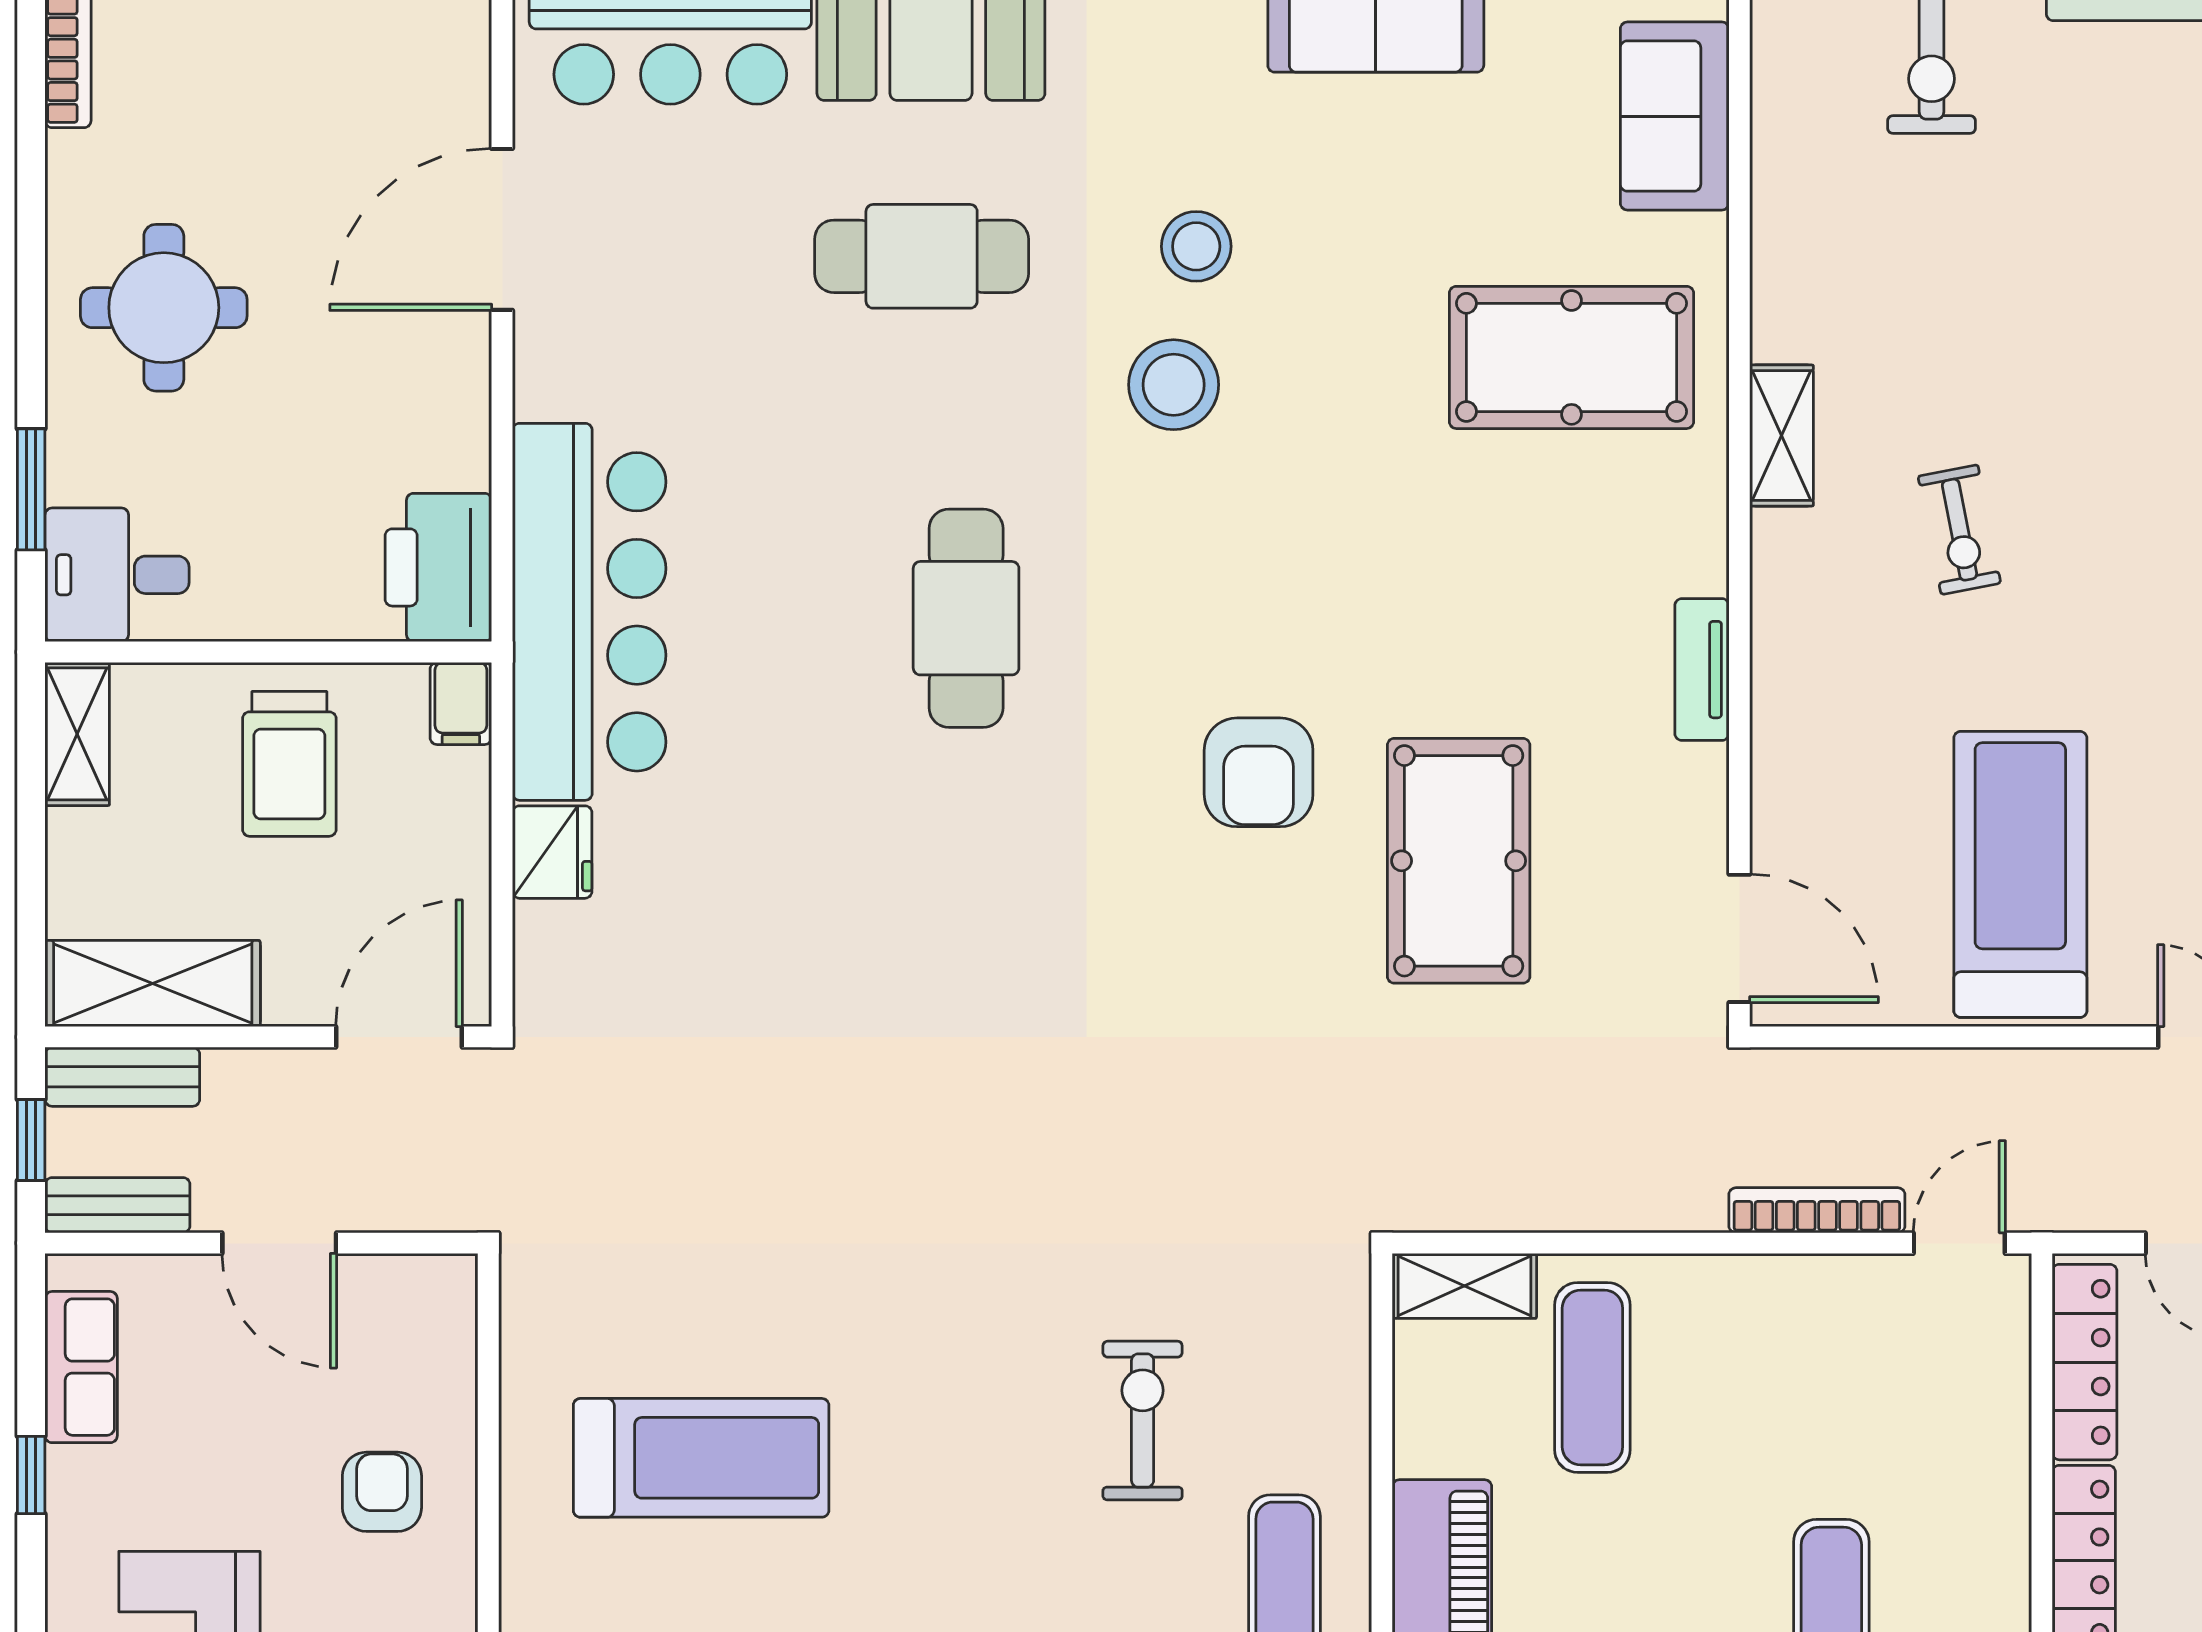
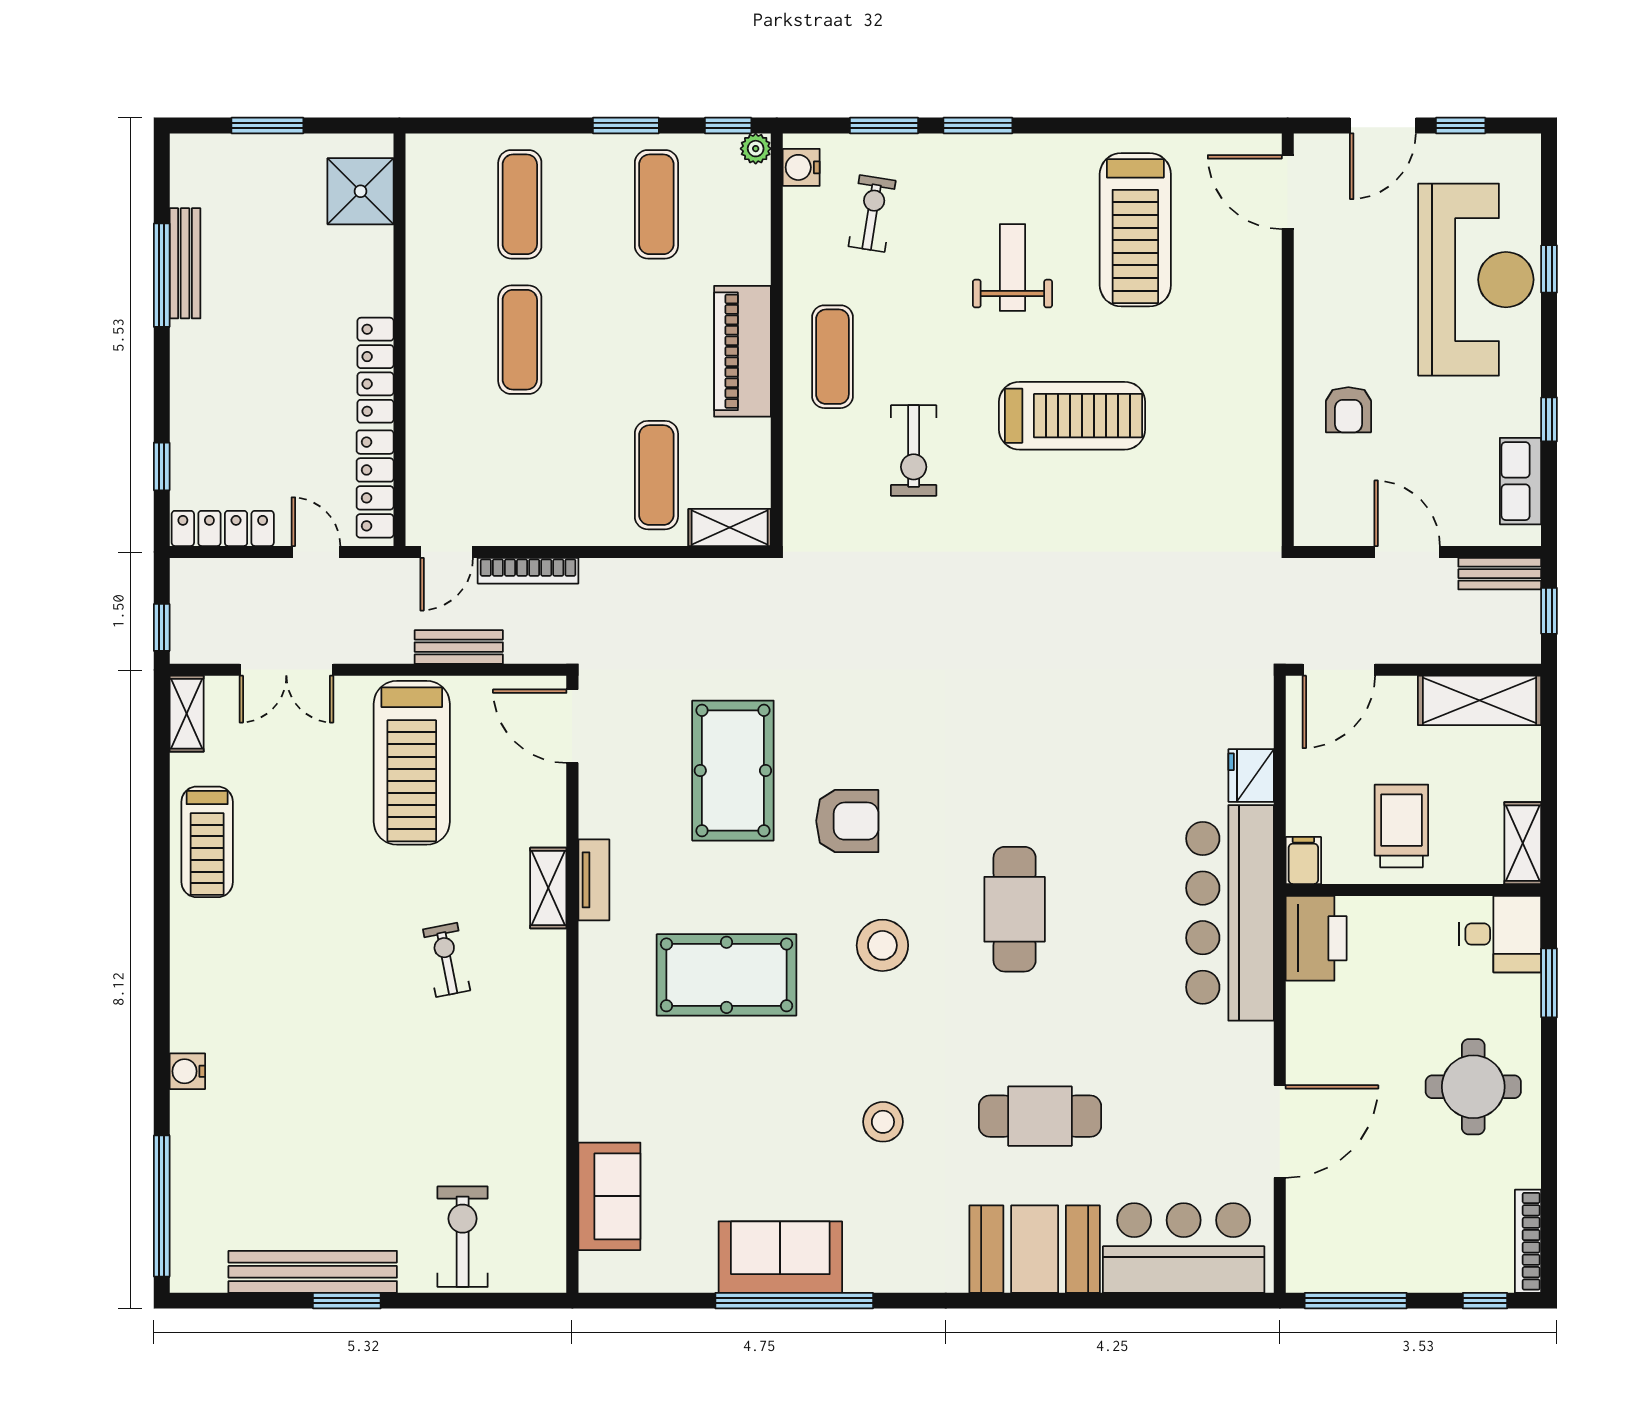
pool table: (1571, 357) -> (727, 975), moved
stool: (1174, 385) -> (882, 945), moved
shelving: (1781, 435) -> (548, 888), moved
armchair: (1259, 772) -> (847, 821), turned 90
bench: (122, 1077) -> (459, 647), moved
treadmill: (701, 1458) -> (1072, 416), moved, turned 180

